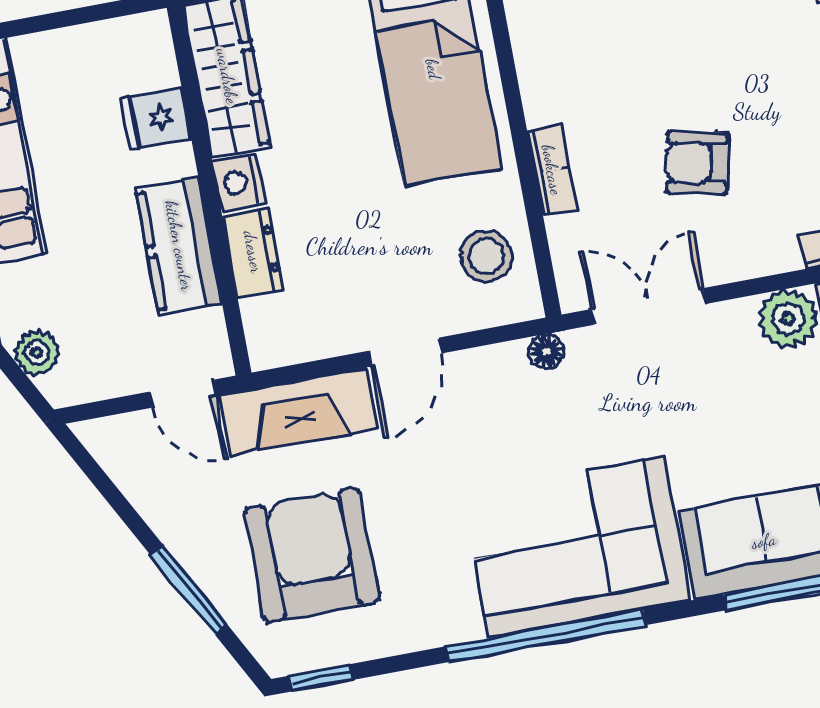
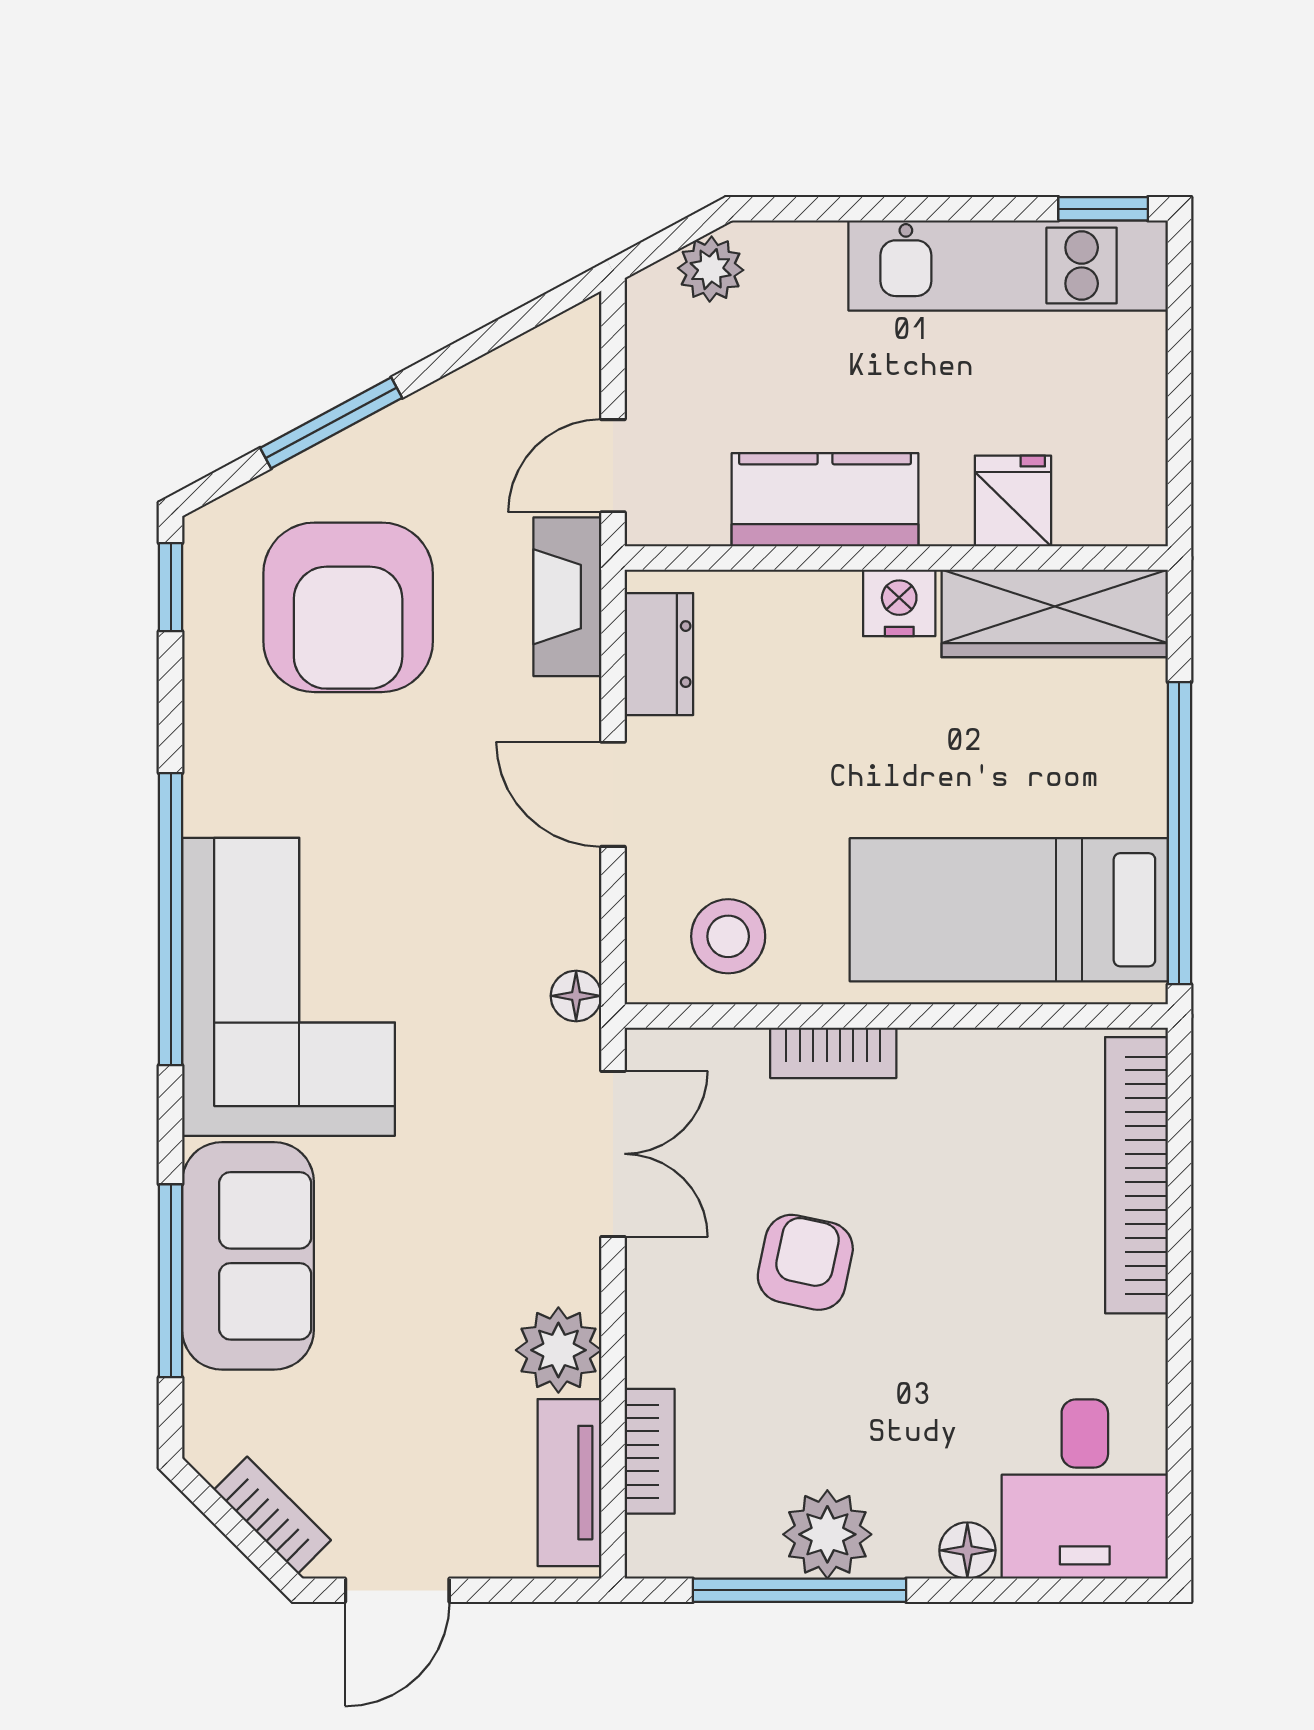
dresser: (253, 252) -> (659, 654), moved, turned -90
fireplace: (298, 412) -> (567, 597), width x0.73, depth x0.76
armchair: (312, 555) -> (348, 607), turned 90

